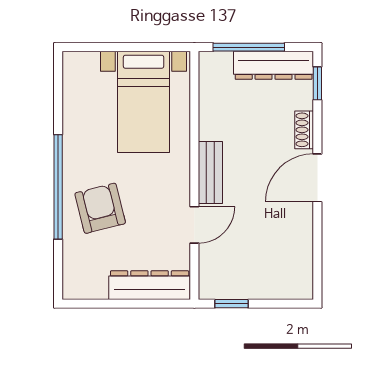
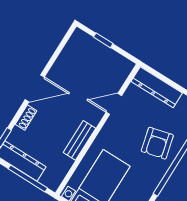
bench: (210, 173) -> (79, 140), moved
window: (231, 304) -> (103, 40), moved

